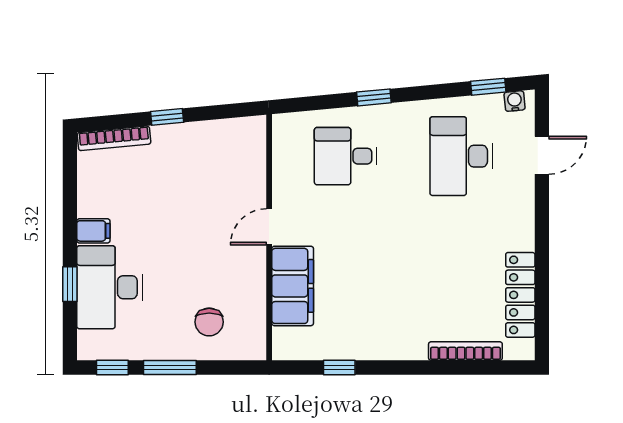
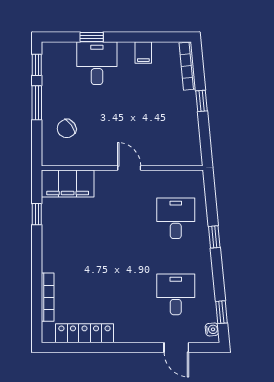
desk: (461, 156) -> (176, 294), width x0.73
filing cabinet: (93, 231) -> (143, 52), moved
filing cabinet: (293, 286) -> (68, 183), moved
desk: (110, 287) -> (97, 63), width x0.73
chair: (209, 322) -> (67, 129), turned -36

